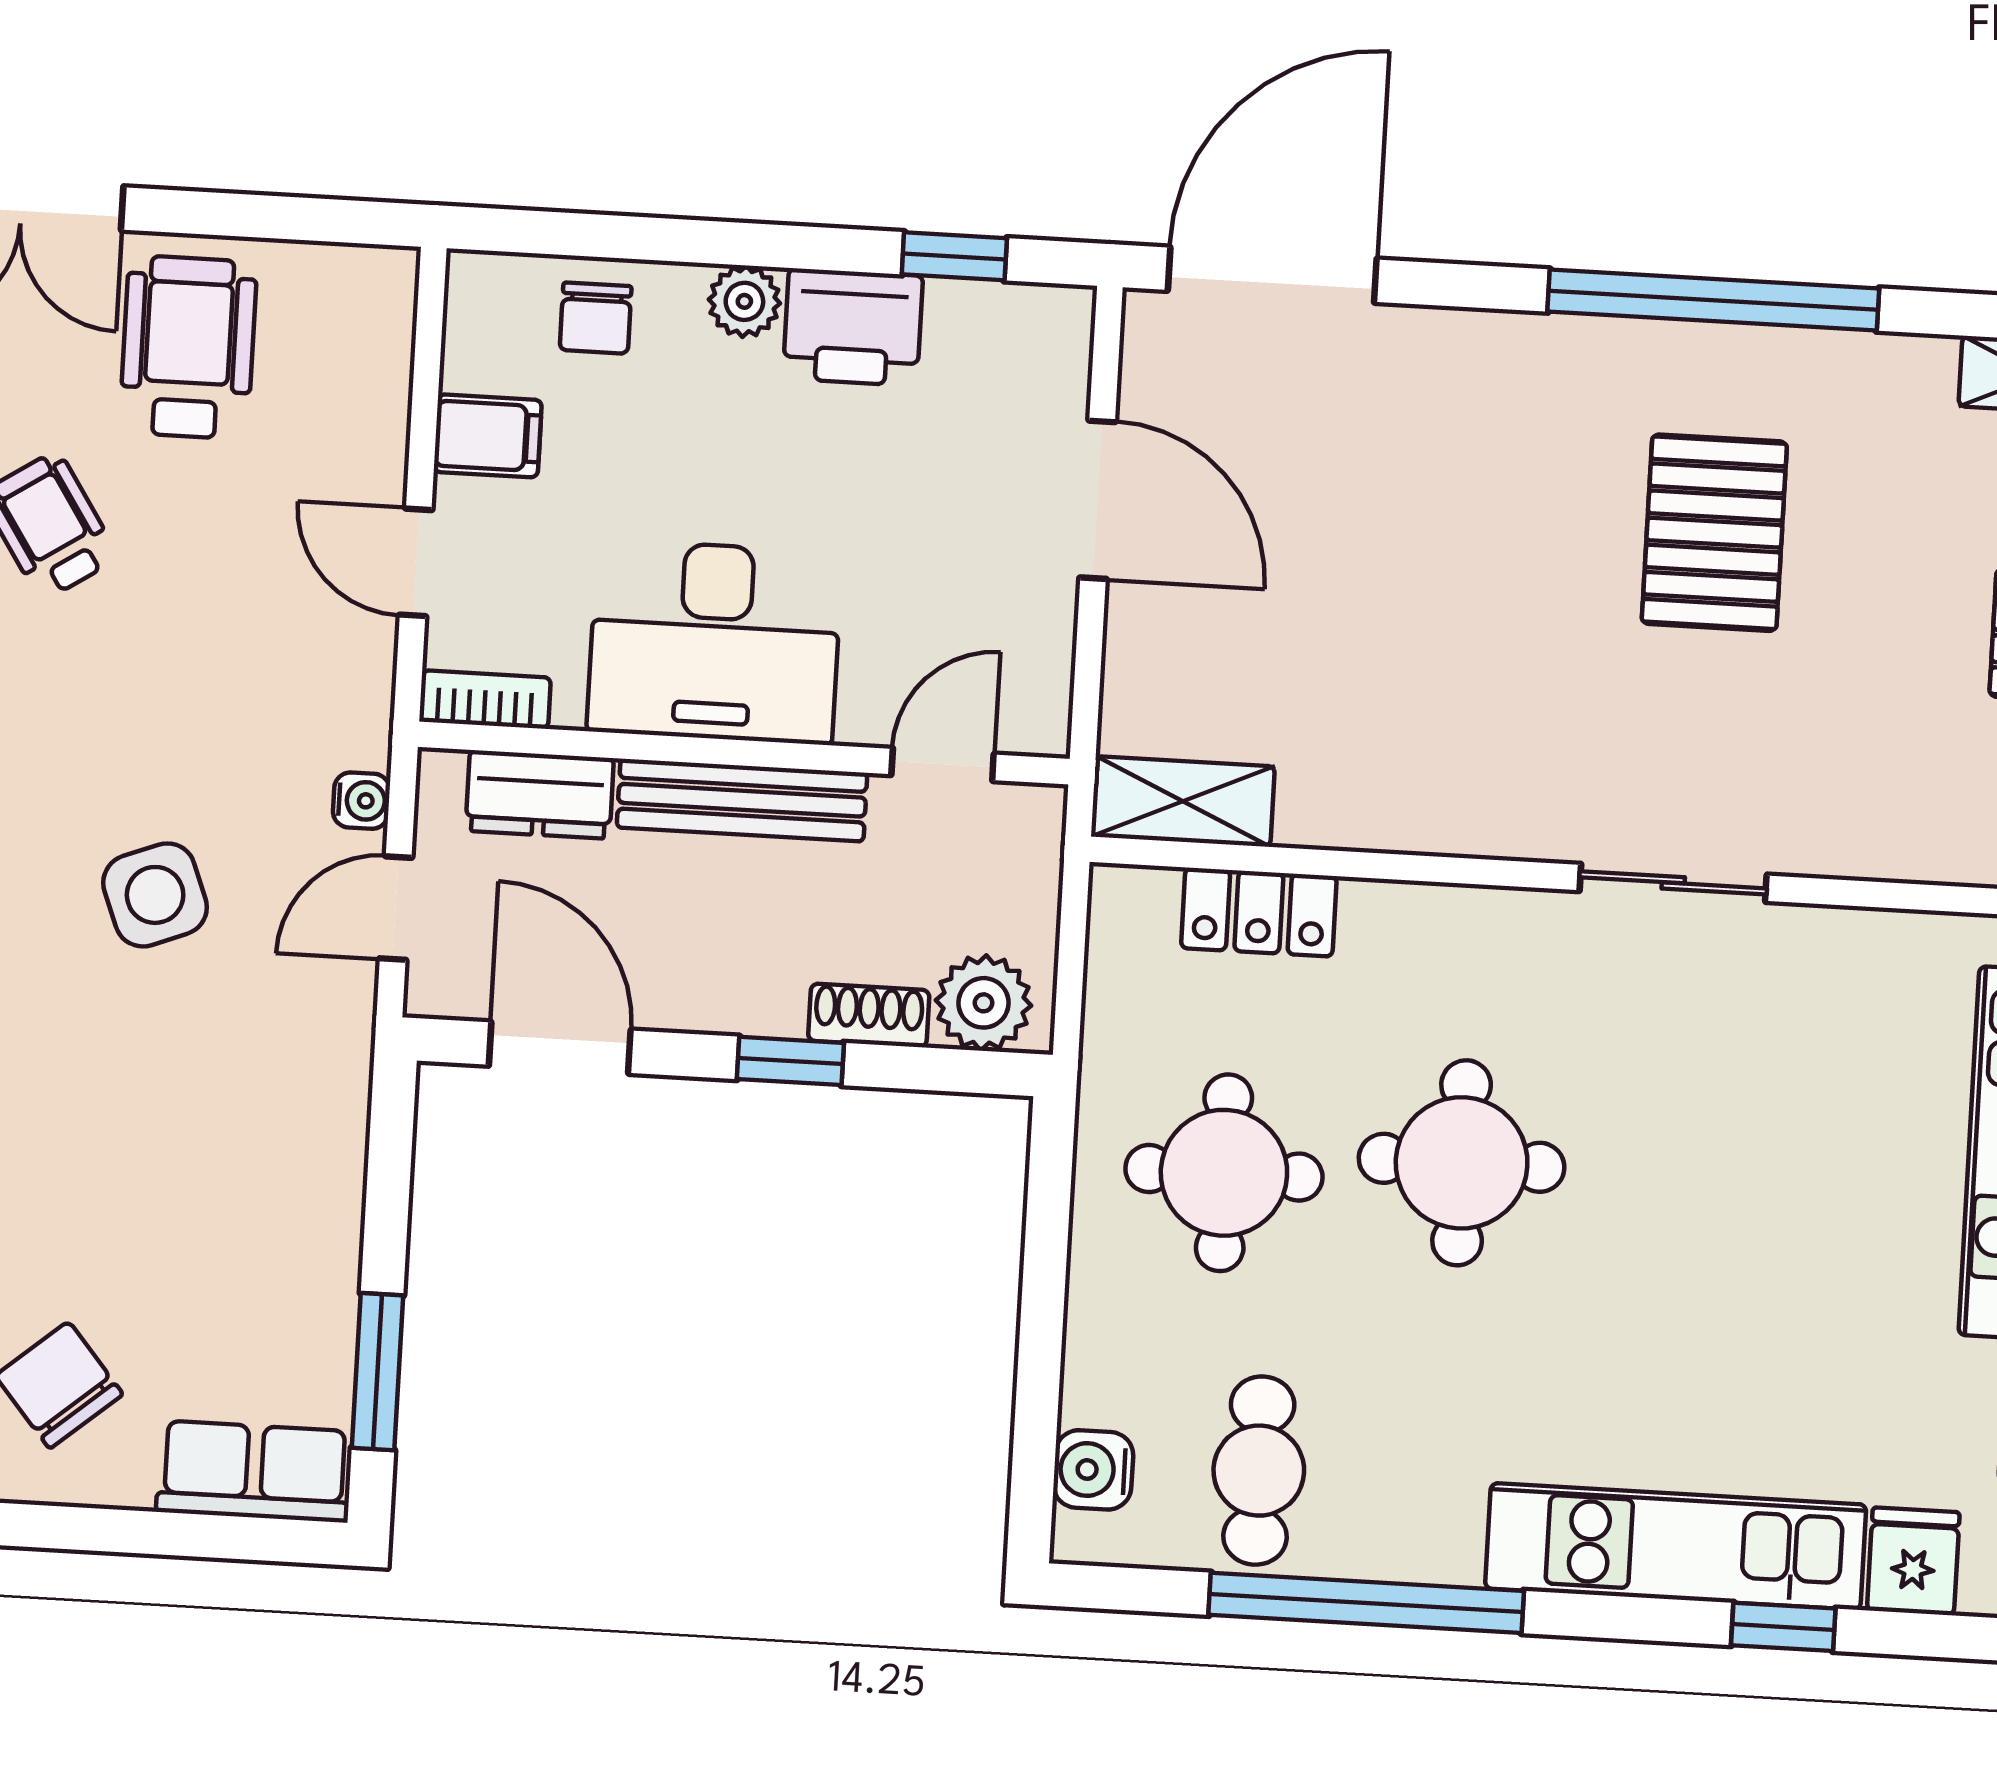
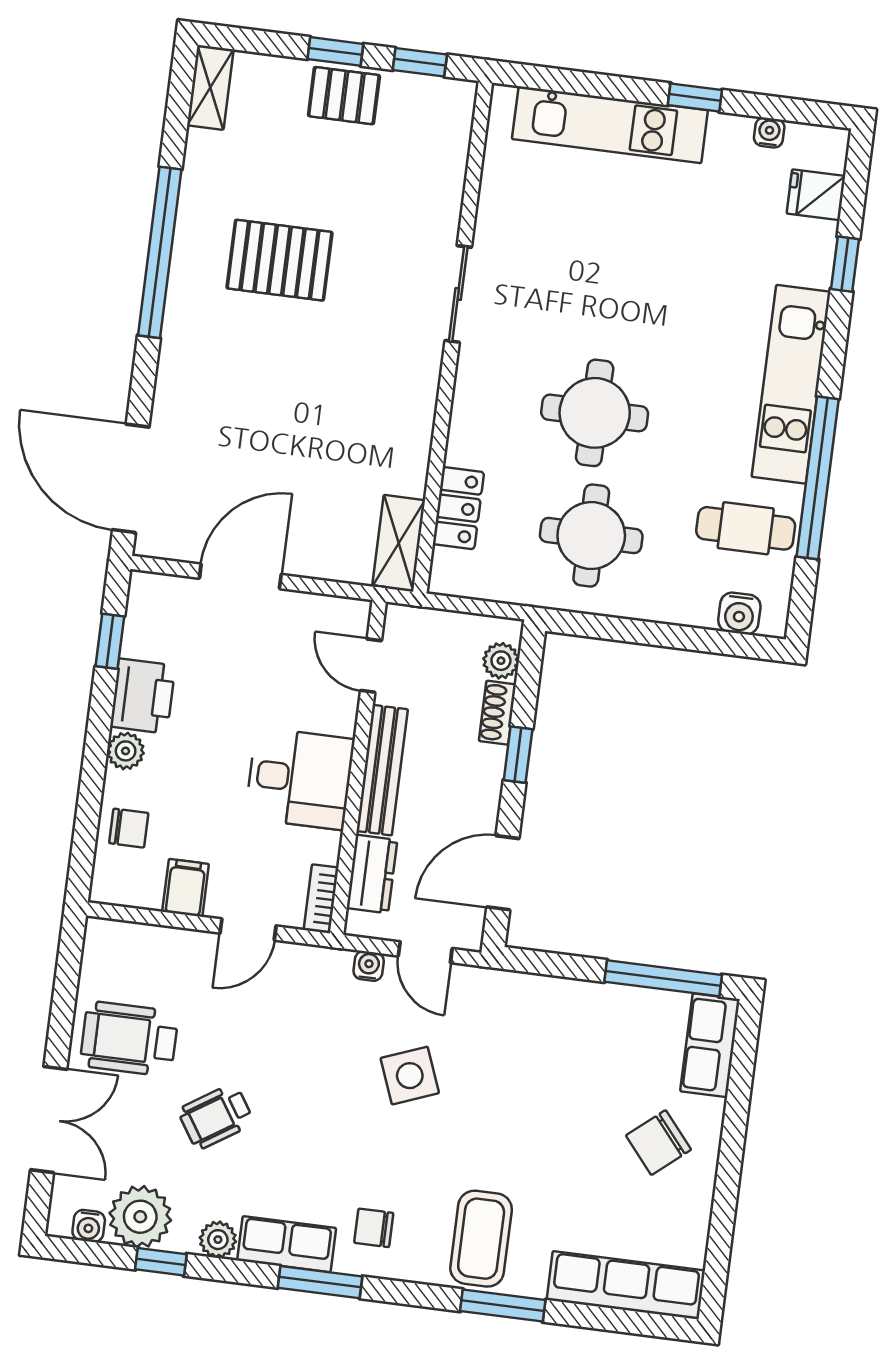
desk: (715, 642) -> (300, 779), width x0.73
plant: (984, 1003) -> (501, 661), width x0.73, depth x0.73
window: (377, 1372) -> (663, 978), width x1.44
kitchen unit: (1676, 1546) -> (791, 384), moved

